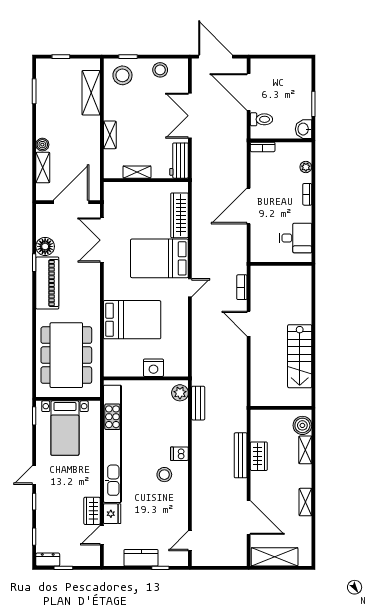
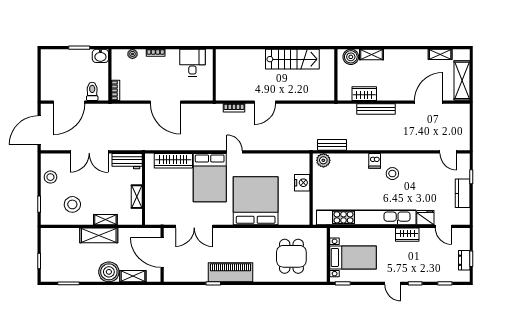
stool: (122, 75) -> (72, 204), moved
shelving: (91, 93) -> (99, 235), moved
boiler: (42, 145) -> (109, 272), width x1.86, depth x1.86
floor lamp: (45, 246) -> (200, 274), removed
bed: (132, 320) -> (256, 201), width x1.36
dining table: (66, 355) -> (291, 256), width x0.53, depth x0.80
wardrobe: (259, 456) -> (364, 94), moved
shelving: (305, 502) -> (440, 54), moved
wardrobe: (92, 511) -> (407, 235), moved
dresser: (48, 560) -> (464, 260), moved

